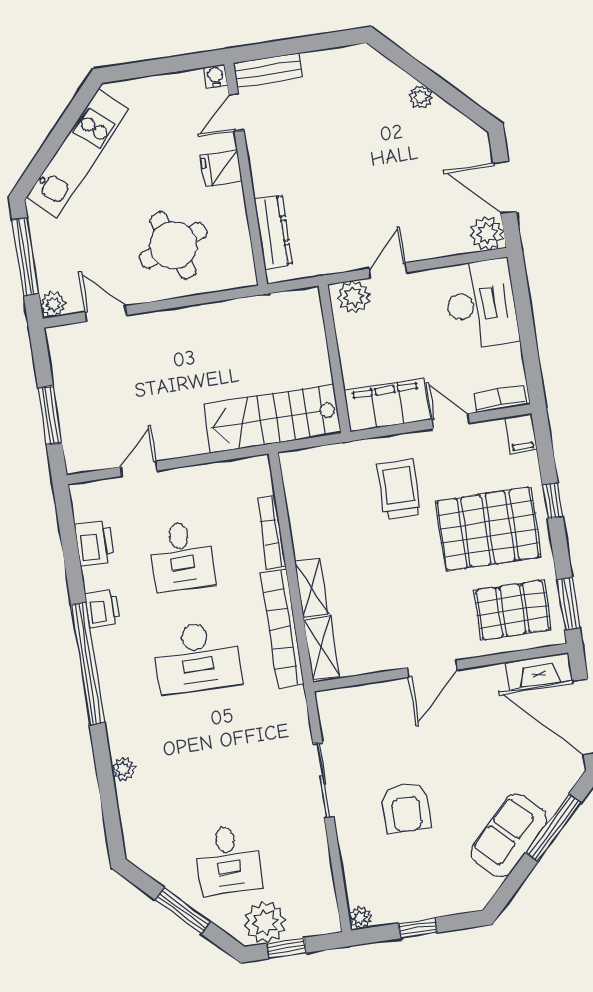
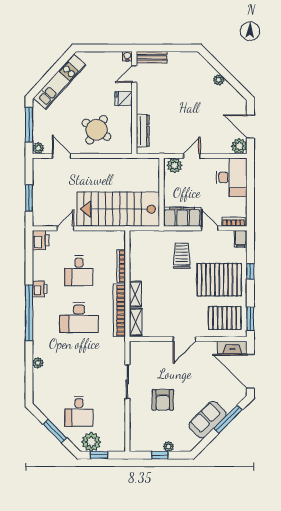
round table: (173, 245) -> (97, 130), turned -37
stairs: (272, 419) -> (118, 209), width x1.36, depth x1.51
printer: (95, 543) -> (41, 240), moved
plant: (360, 918) -> (168, 447), moved

